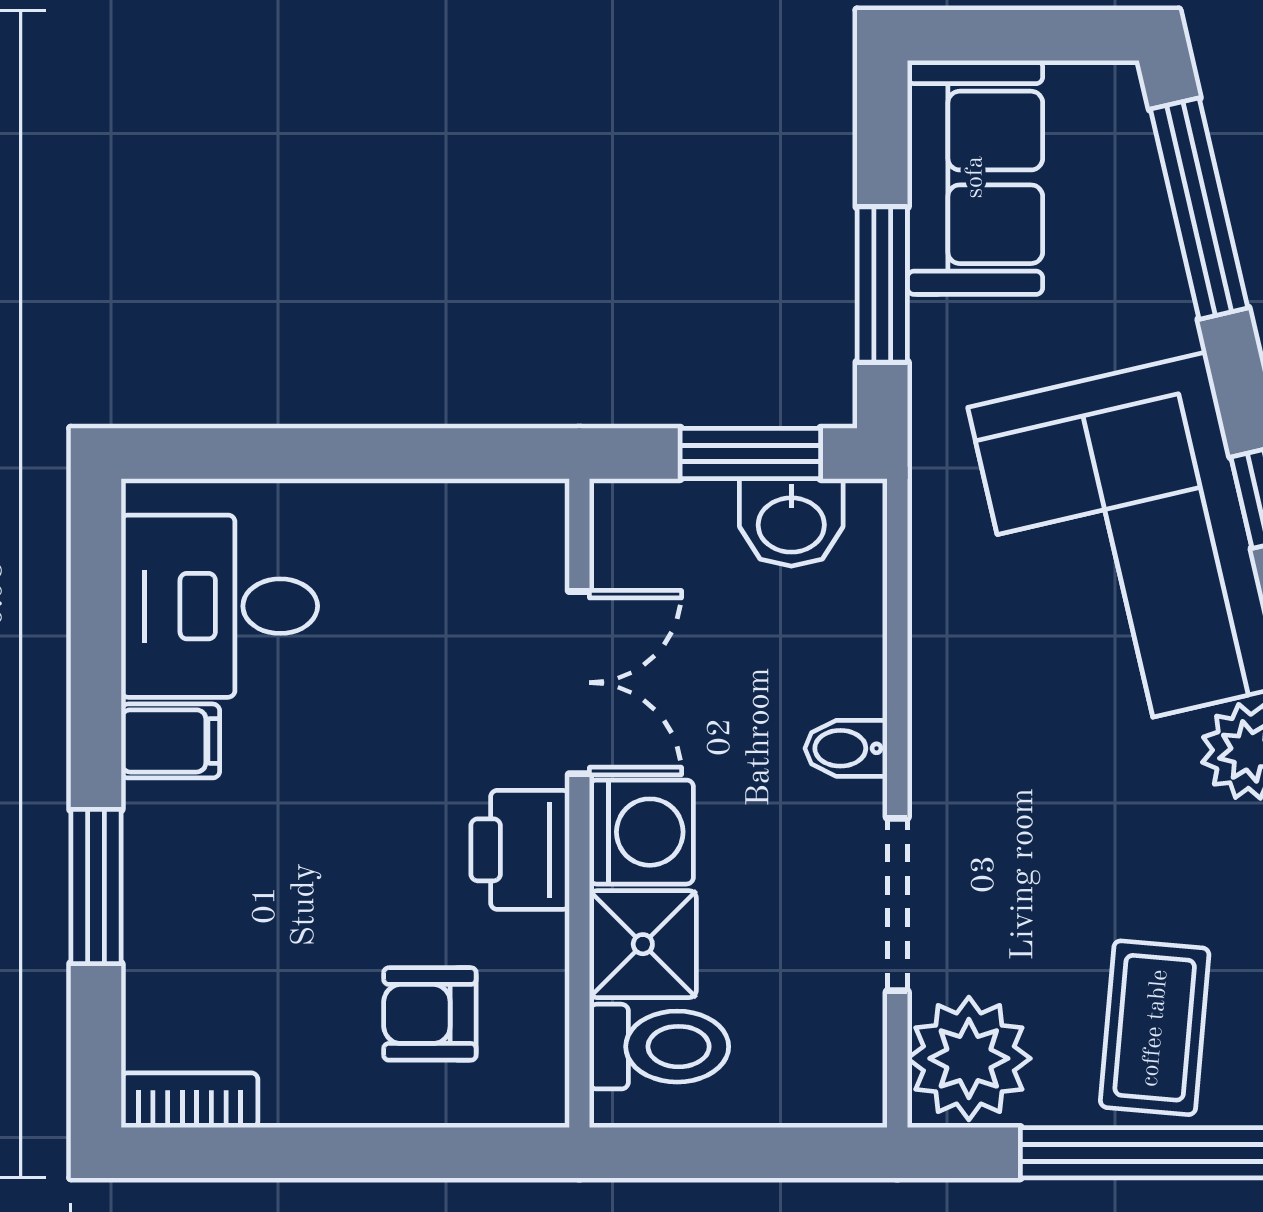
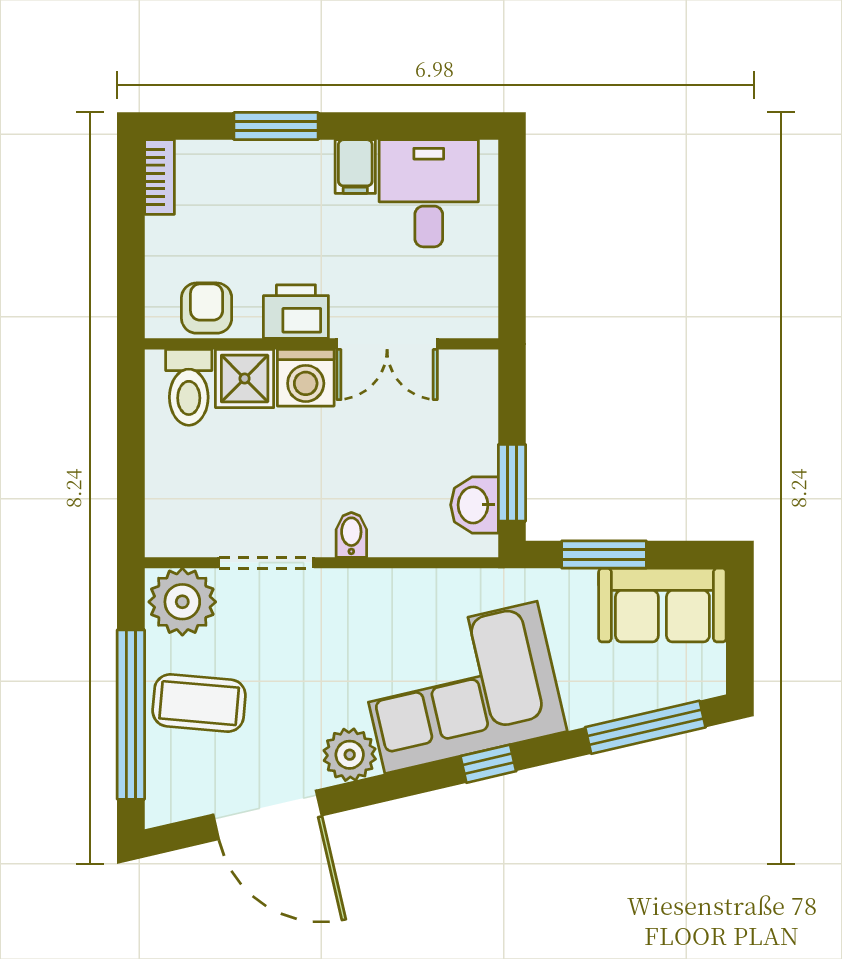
double door: (579, 683) -> (387, 344), moved
wall: (579, 803) -> (321, 344), moved
washing machine: (641, 832) -> (306, 378), moved
printer: (520, 850) -> (296, 312), moved
shower: (643, 944) -> (245, 379), moved
toilet: (659, 1047) -> (189, 387), moved

